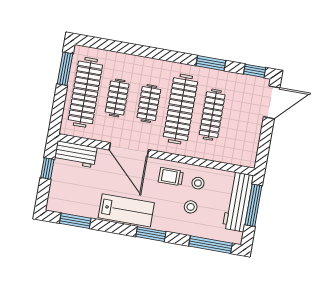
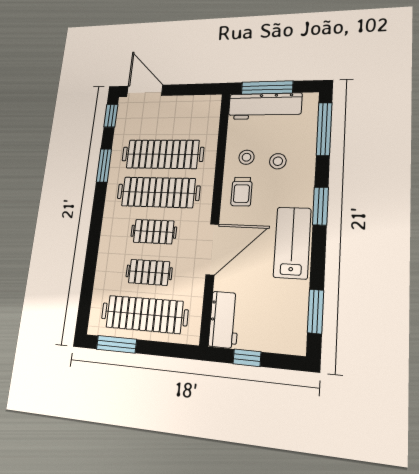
clothes rail: (212, 115) -> (162, 154), width x1.37, depth x1.31

